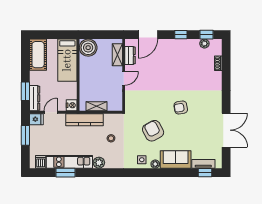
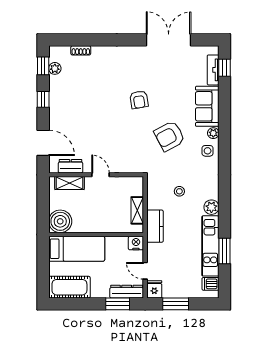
kitchen counter: (84, 120) -> (155, 226), width x0.67

